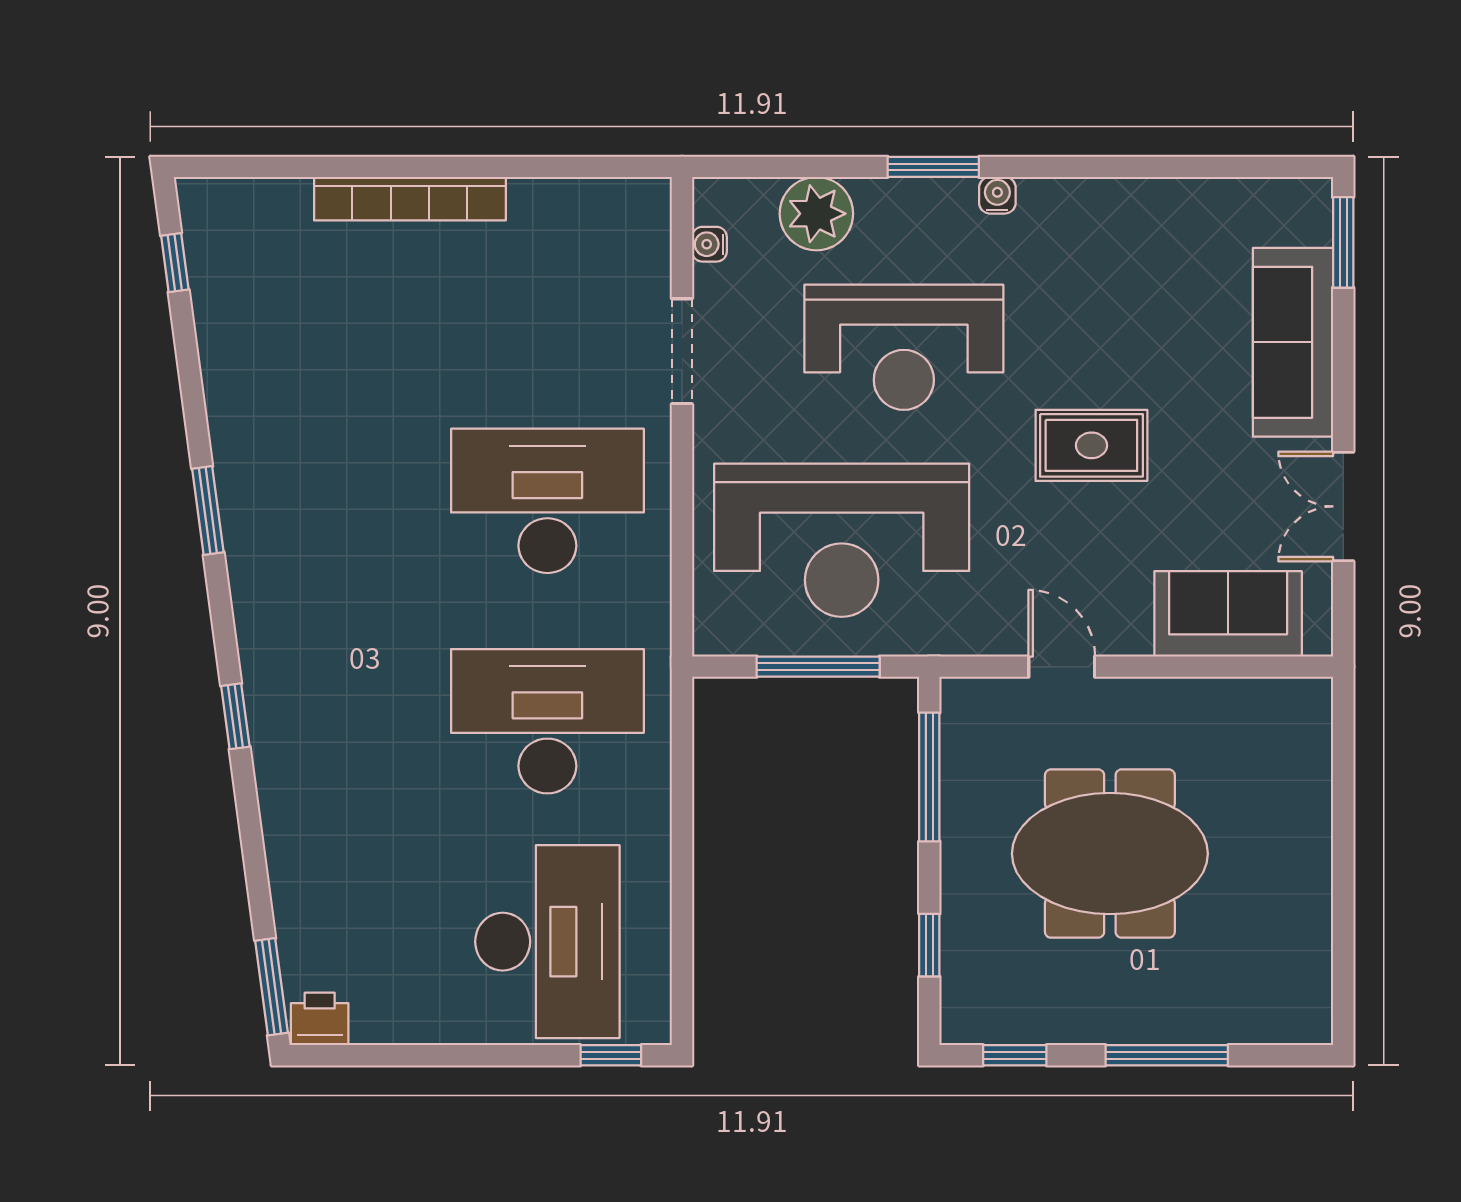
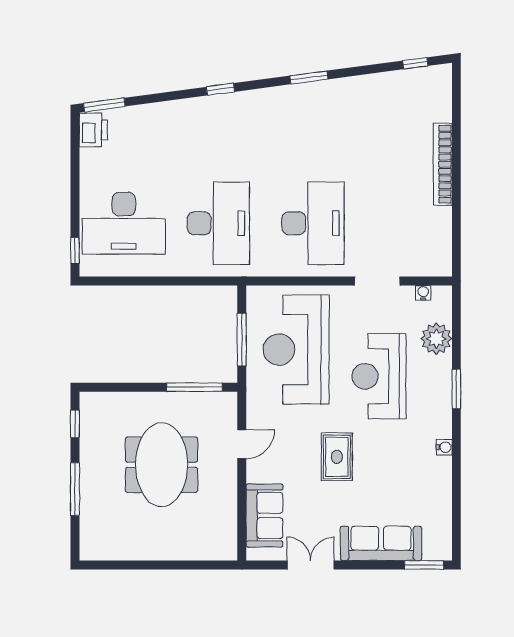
water cooler: (997, 195) -> (444, 447), moved
window: (929, 945) -> (122, 387), removed
printer: (320, 1019) -> (93, 130), width x1.36, depth x1.24

